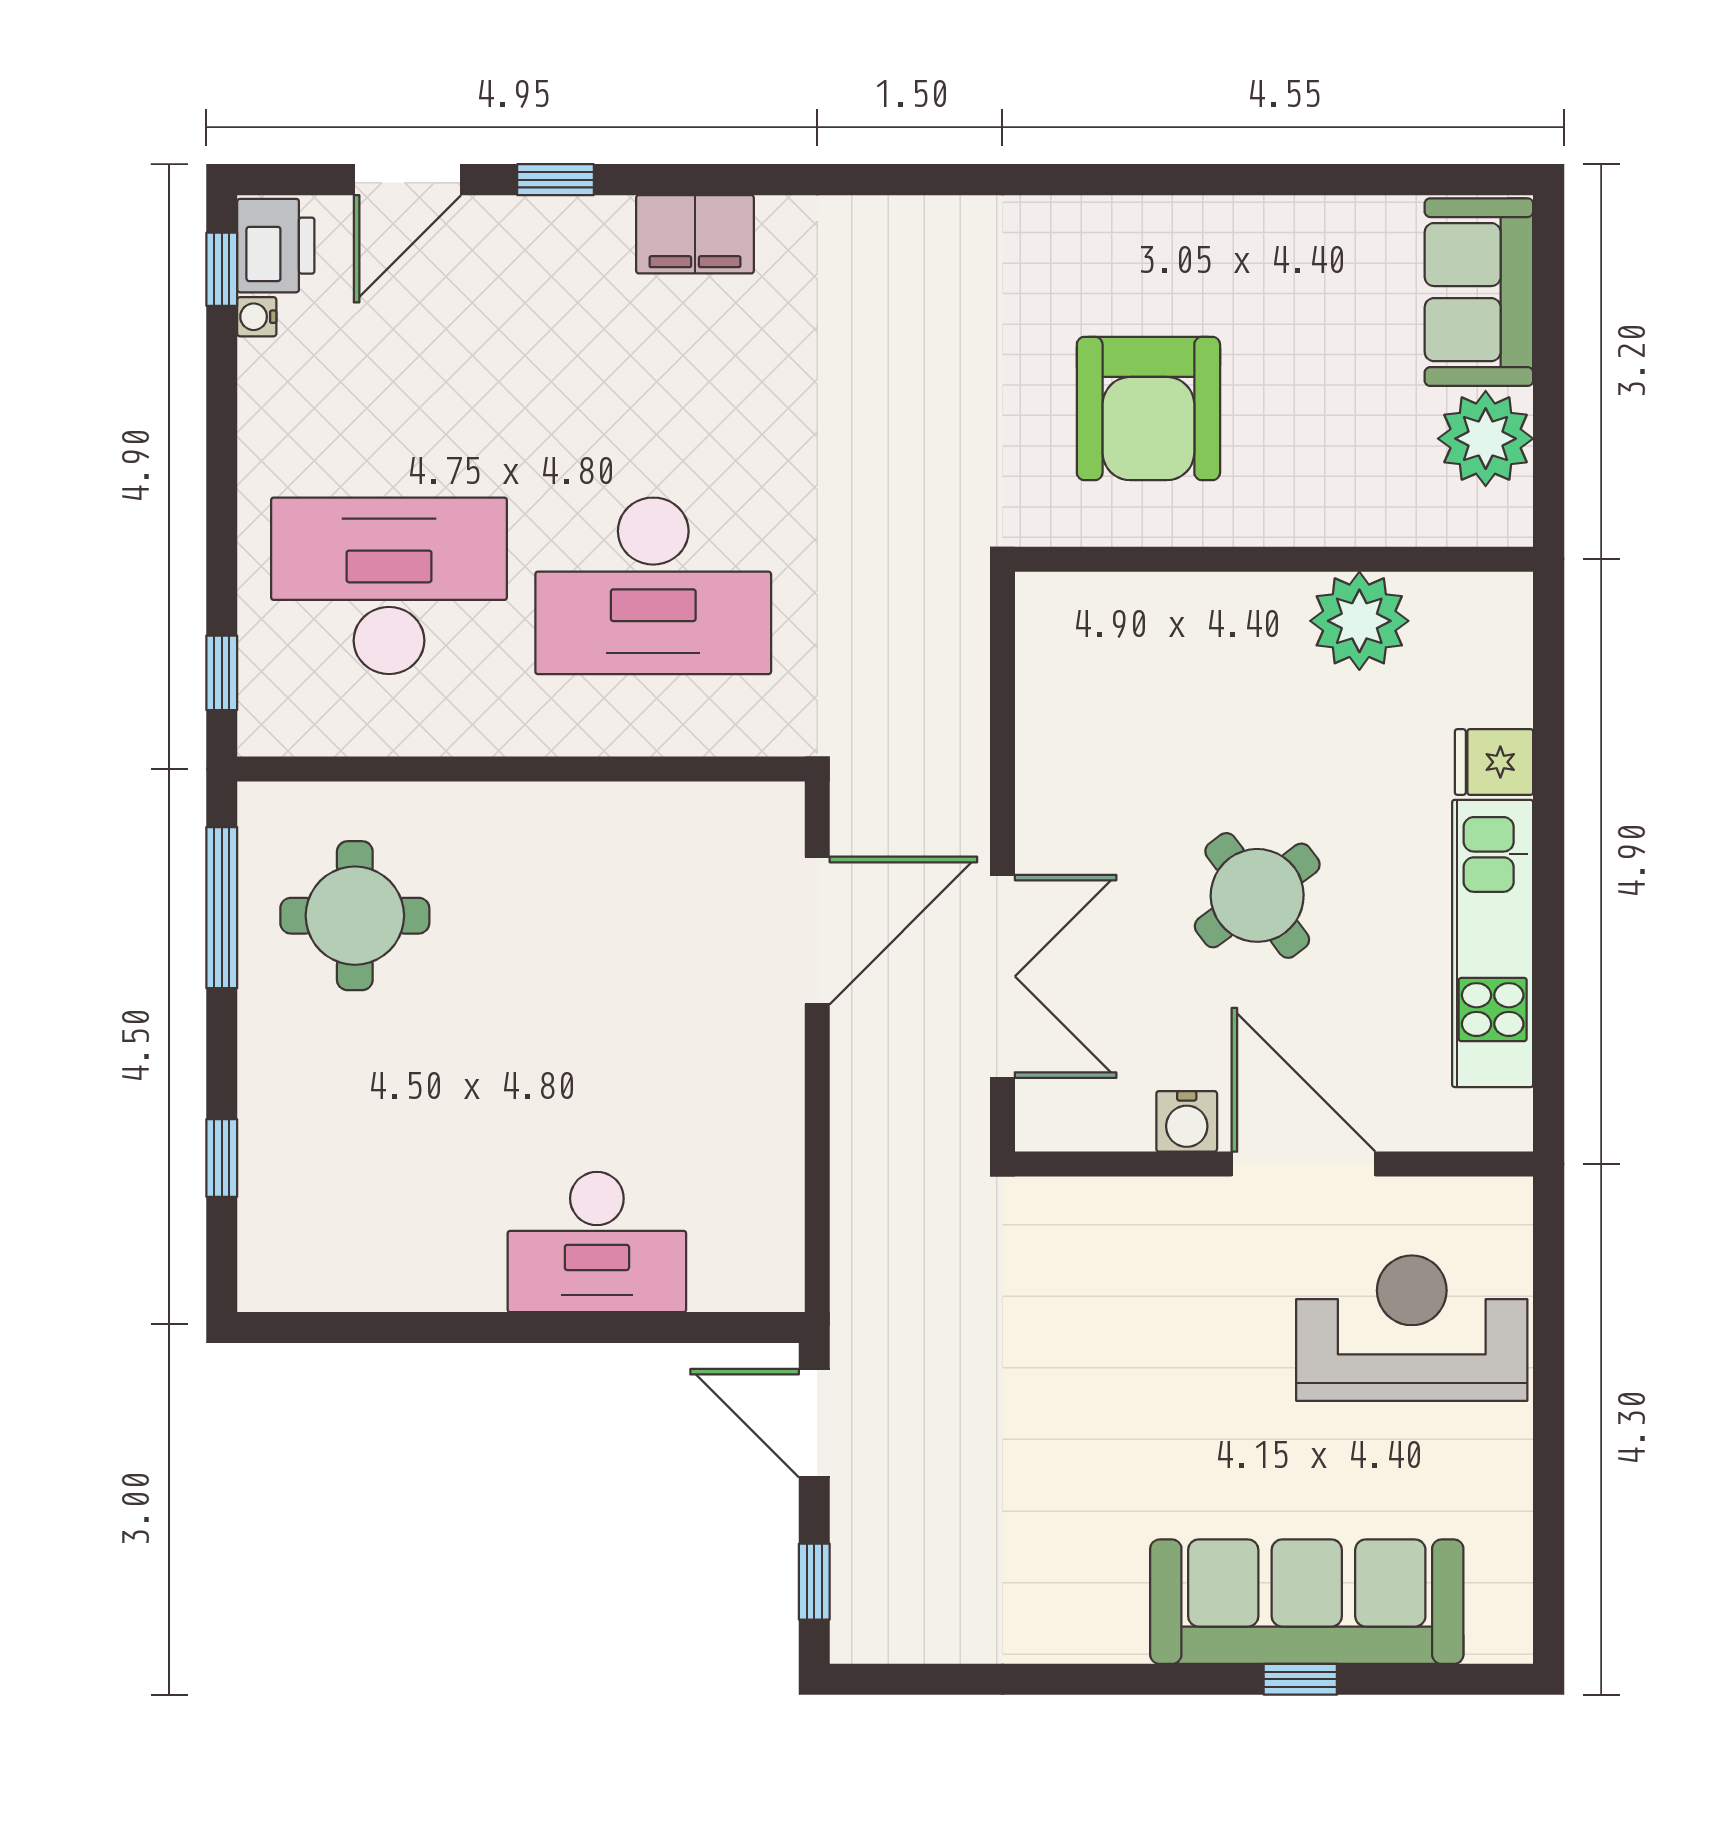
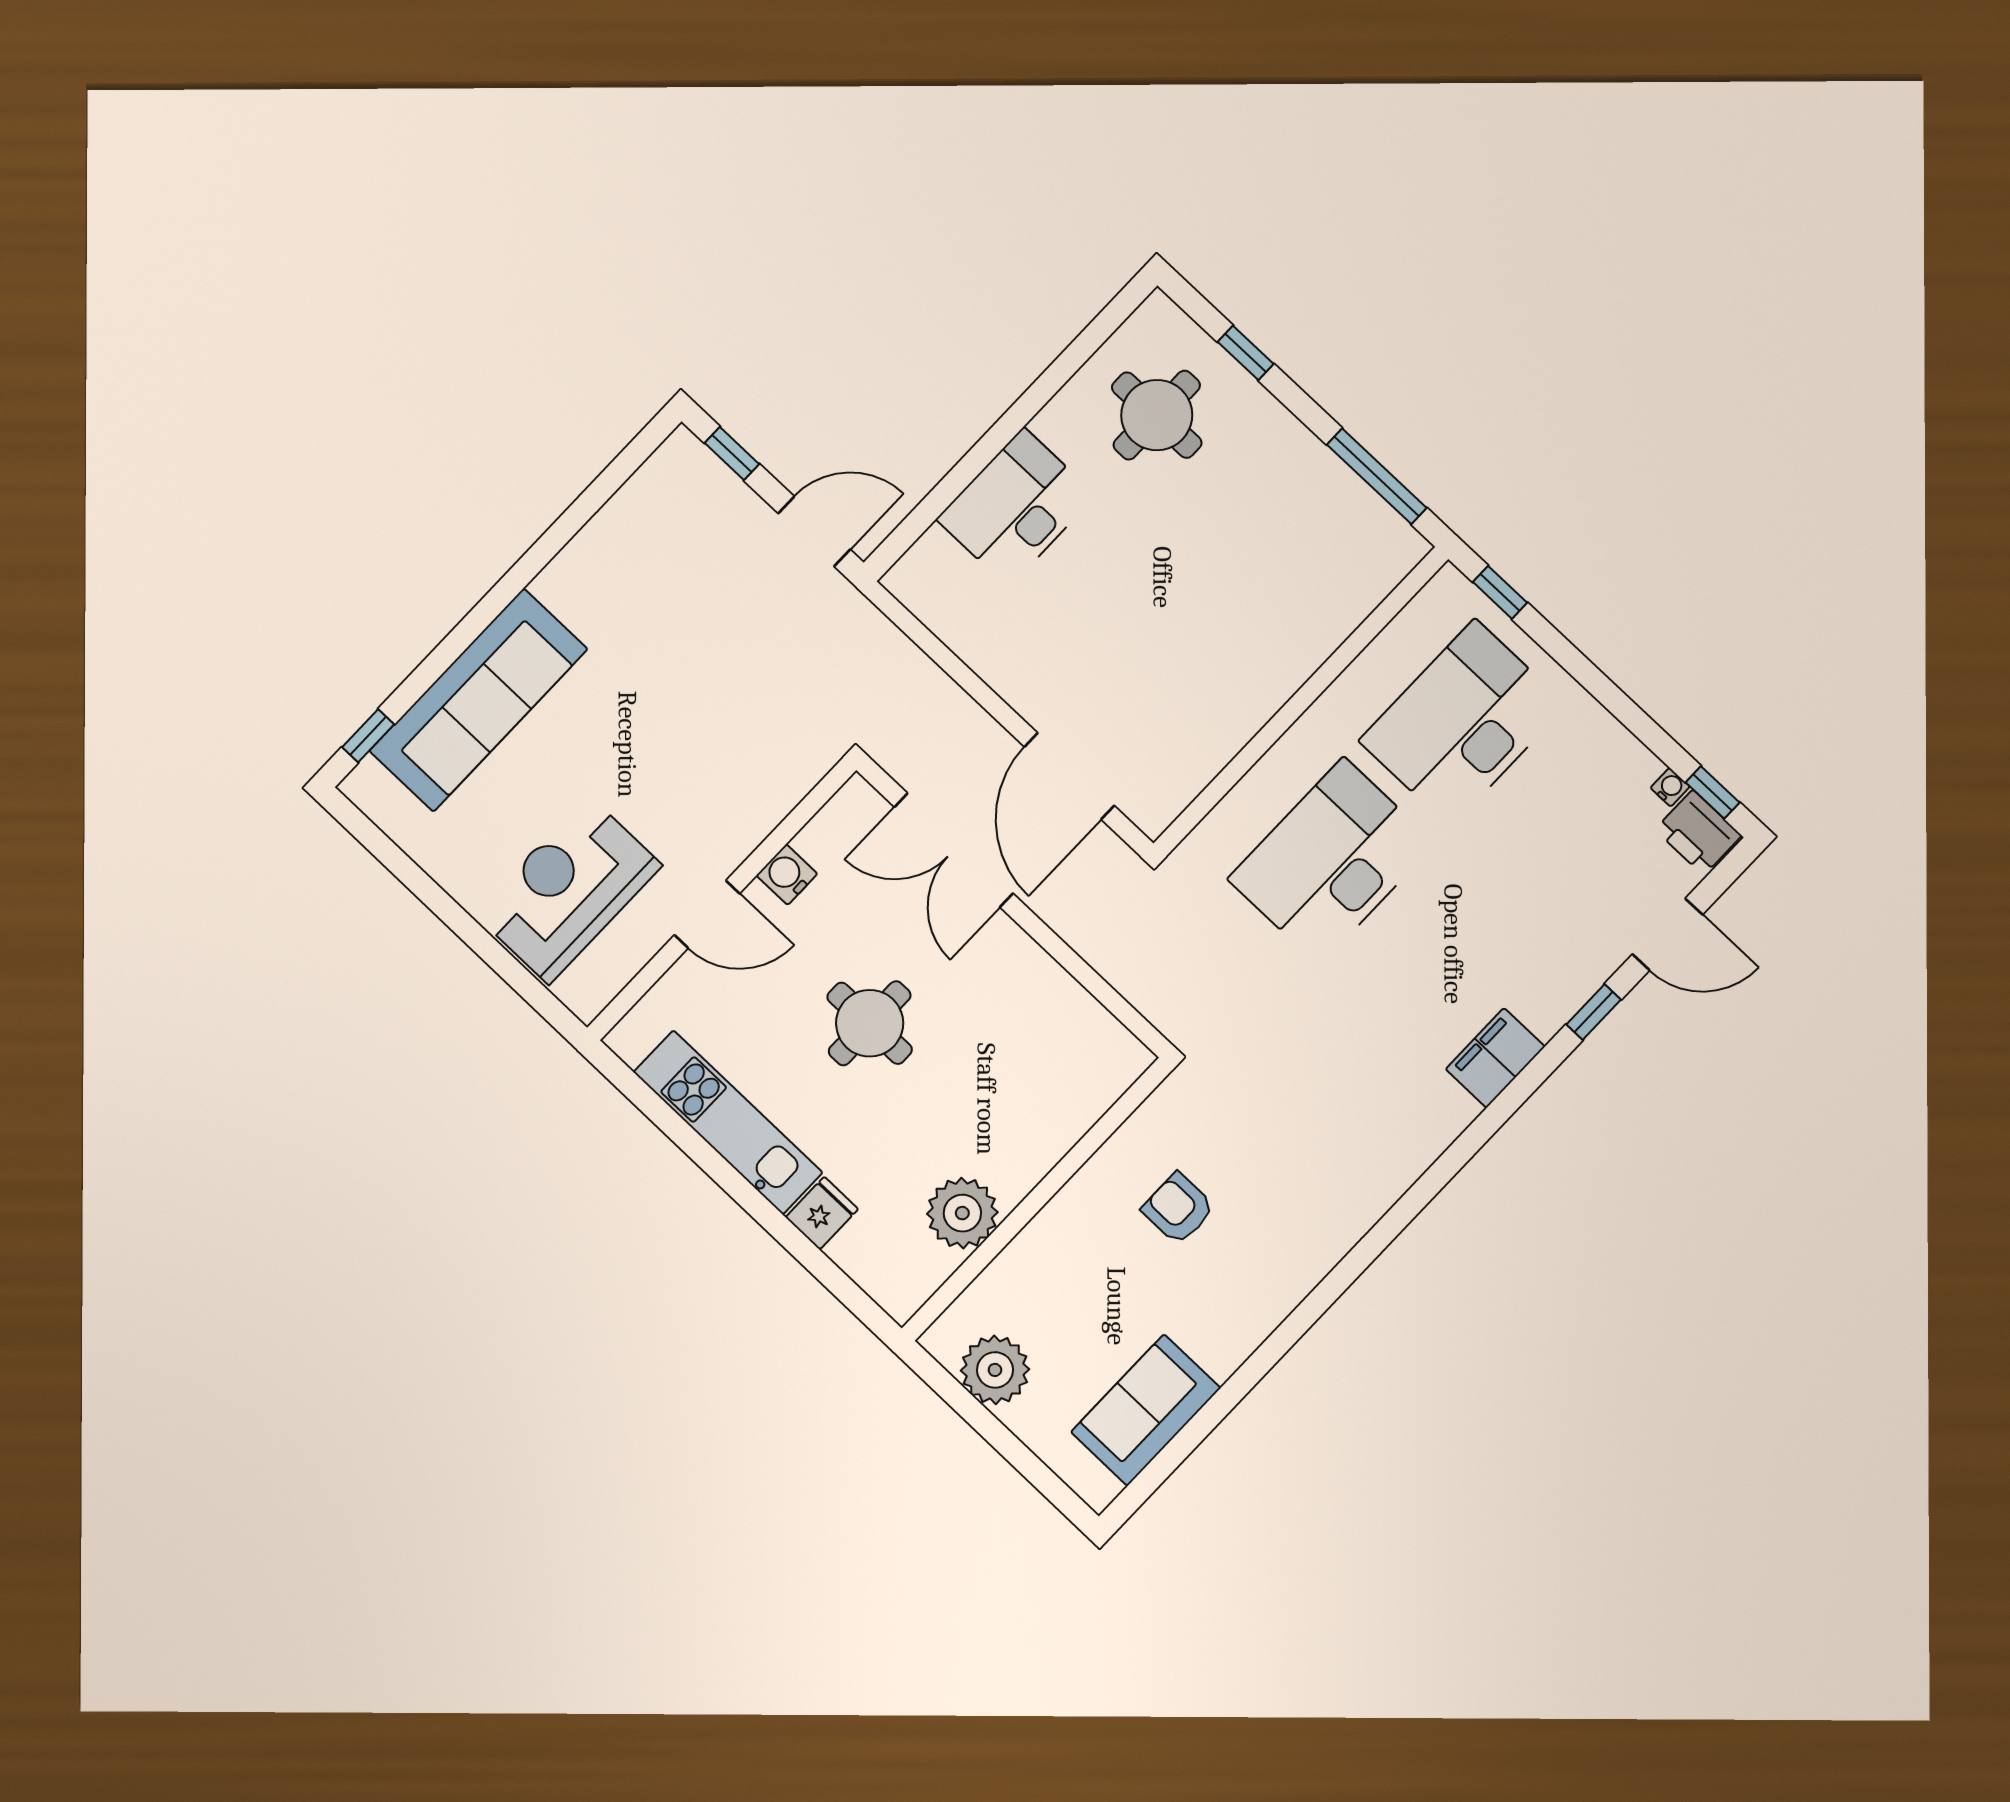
door: (407, 180) -> (1667, 934), swing flipped
sofa: (1479, 292) -> (1146, 1410), moved, turned -90
armchair: (1148, 408) -> (1178, 1209), width x0.53, depth x0.53
desk: (389, 586) -> (1463, 723), turned 180
round table: (1257, 895) -> (870, 1023), turned 37
round table: (355, 916) -> (1157, 415), moved
door: (1303, 1164) -> (707, 914), width x0.73
reception desk: (1412, 1328) -> (568, 890), turned 180
window: (1300, 1679) -> (368, 736), moved

